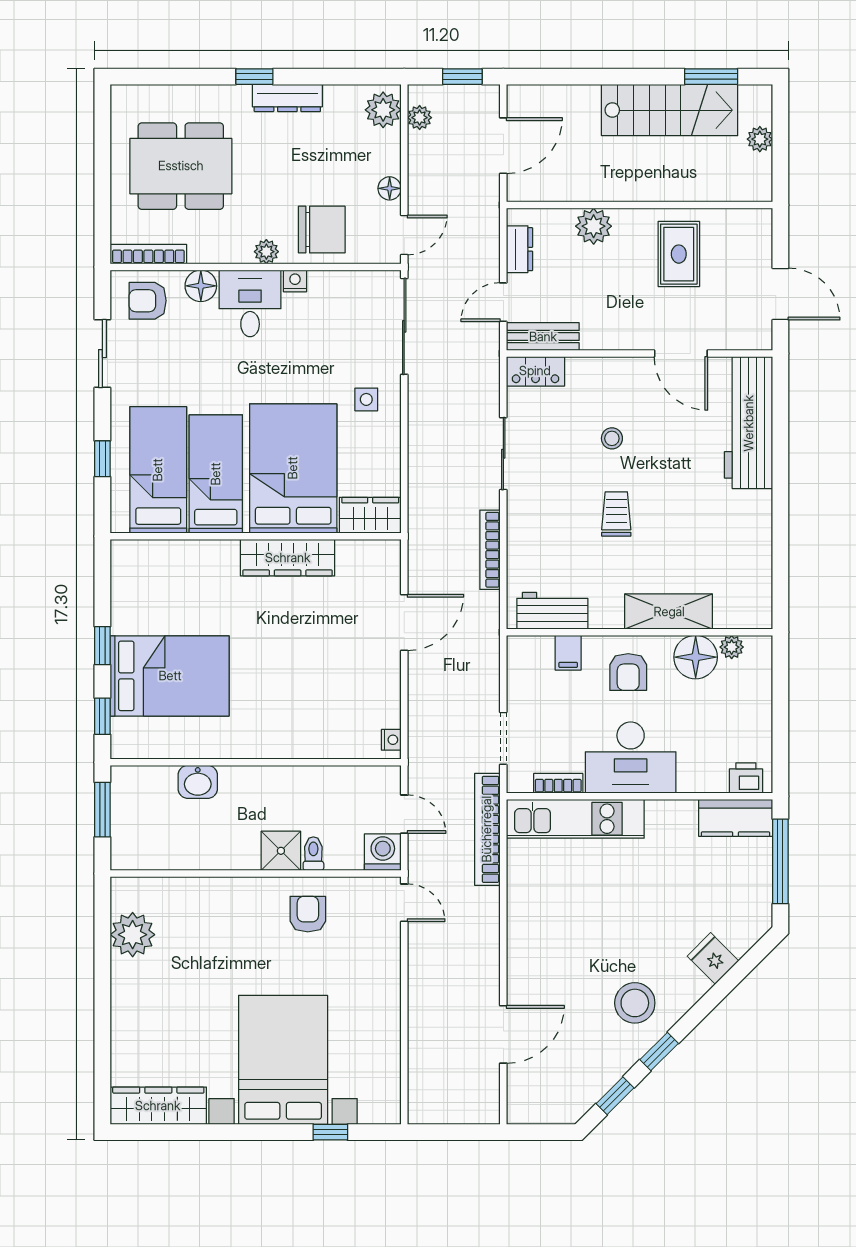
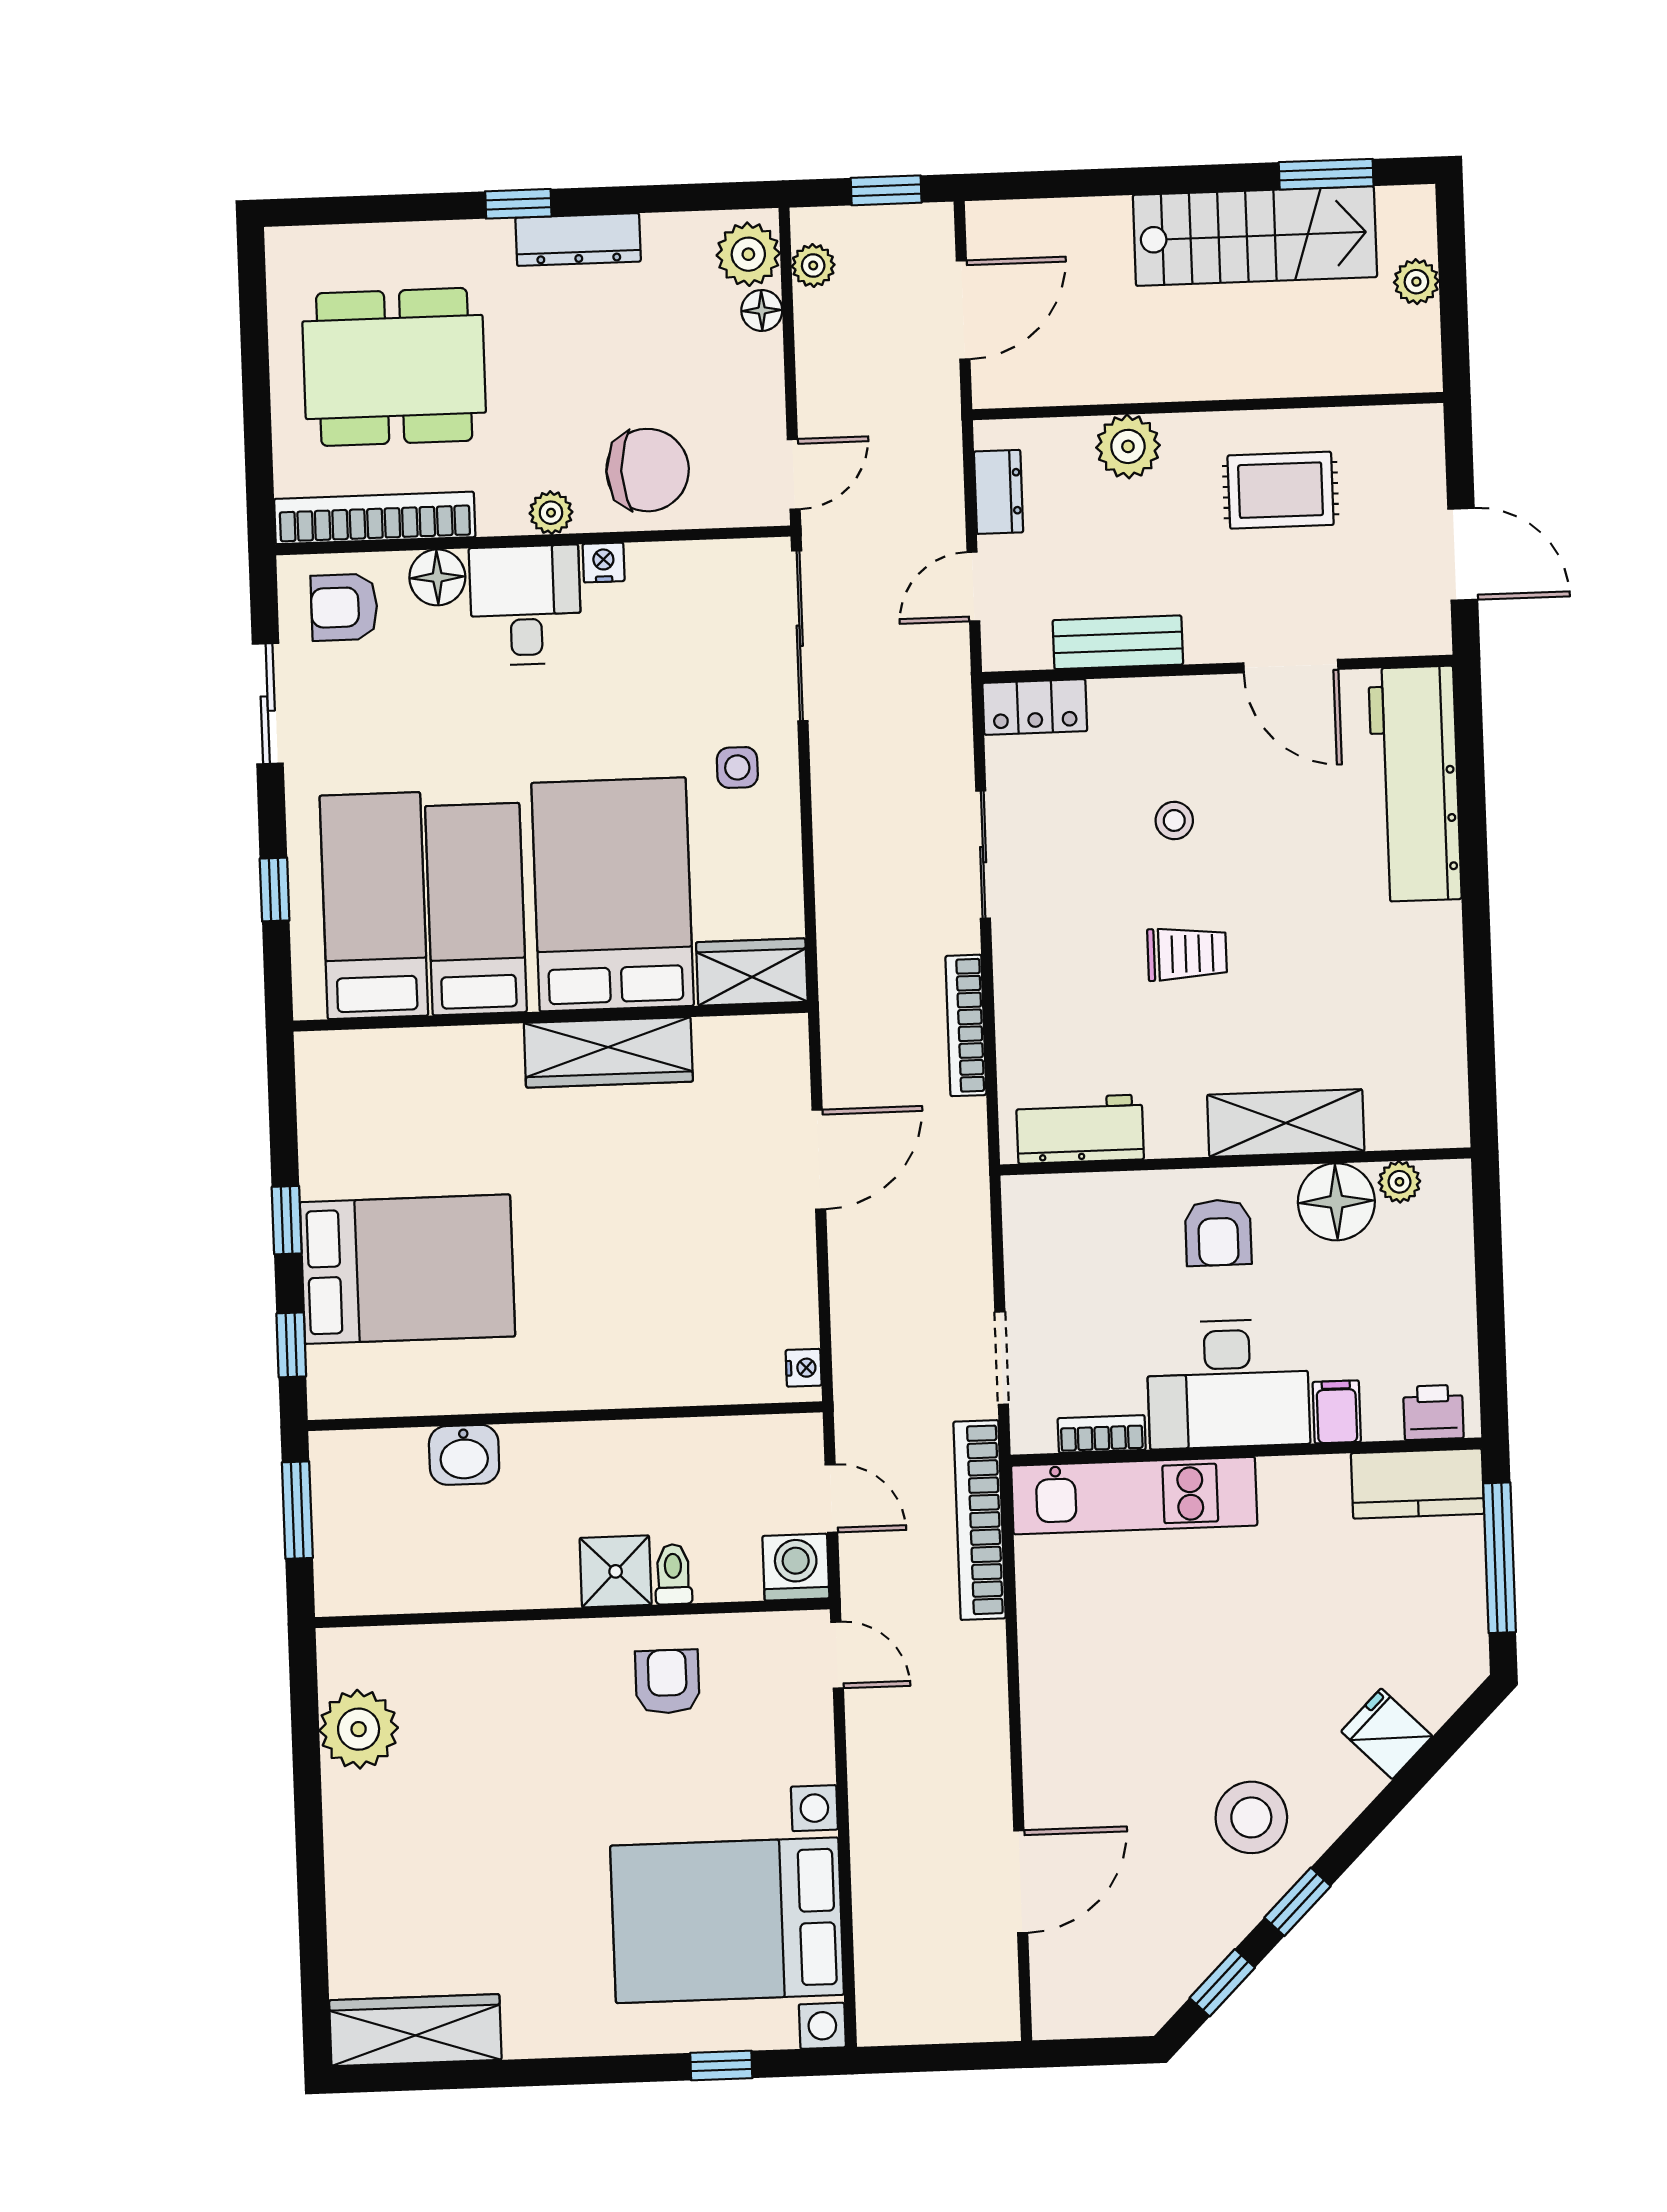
floor lamp: (390, 188) -> (762, 310), moved
bookcase: (148, 254) -> (375, 518), width x1.48, depth x1.31
rug: (679, 254) -> (1281, 490), turned 90
bench: (543, 337) -> (1118, 642), moved
trolley: (616, 514) -> (1187, 954), turned 90
filing cabinet: (568, 653) -> (1337, 1412), moved, turned 180
bed with nightstands: (283, 1060) -> (727, 1920), moved, turned -90

